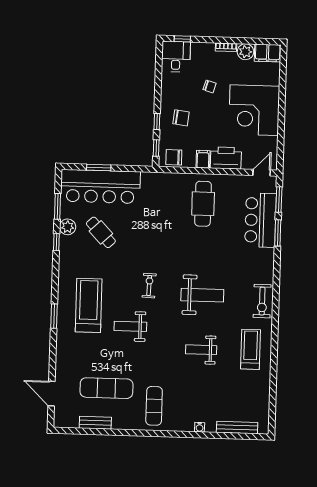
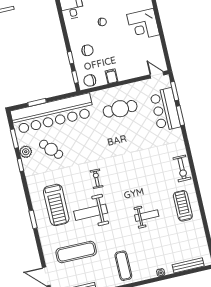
corner desk: (254, 110) -> (143, 25), width x0.74, depth x0.74
printer: (226, 158) -> (128, 71), removed
door: (262, 173) -> (157, 75), hinge flipped
bar counter: (100, 186) -> (52, 114), width x1.36
cafe table: (203, 204) -> (120, 109), turned 90
weight bench: (202, 295) -> (137, 176), removed
treadmill: (89, 305) -> (56, 205), turned 180
weight bench: (130, 326) -> (91, 212), width x1.36, depth x1.33
weight bench: (201, 350) -> (147, 216), turned 180
exercise mat: (106, 388) -> (76, 252), moved

